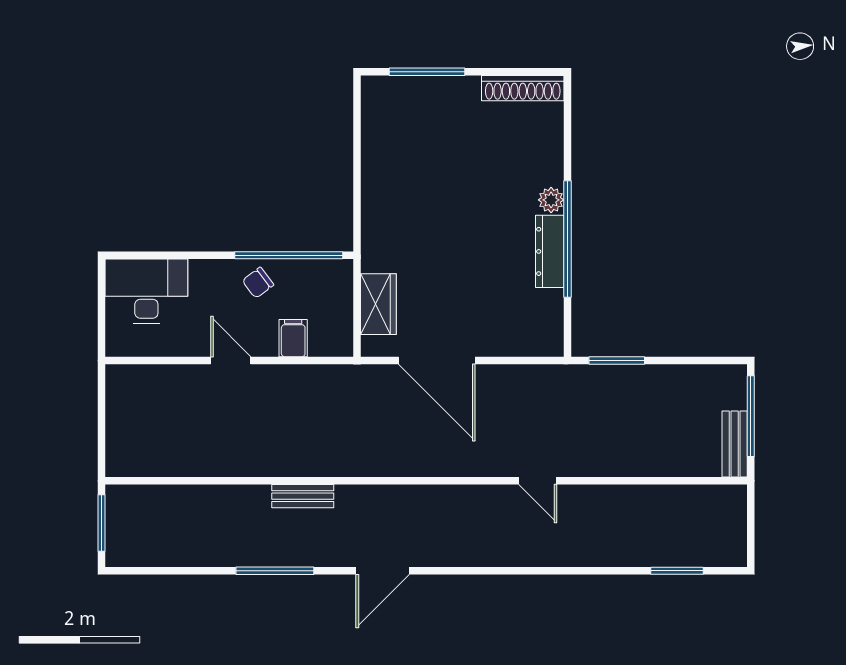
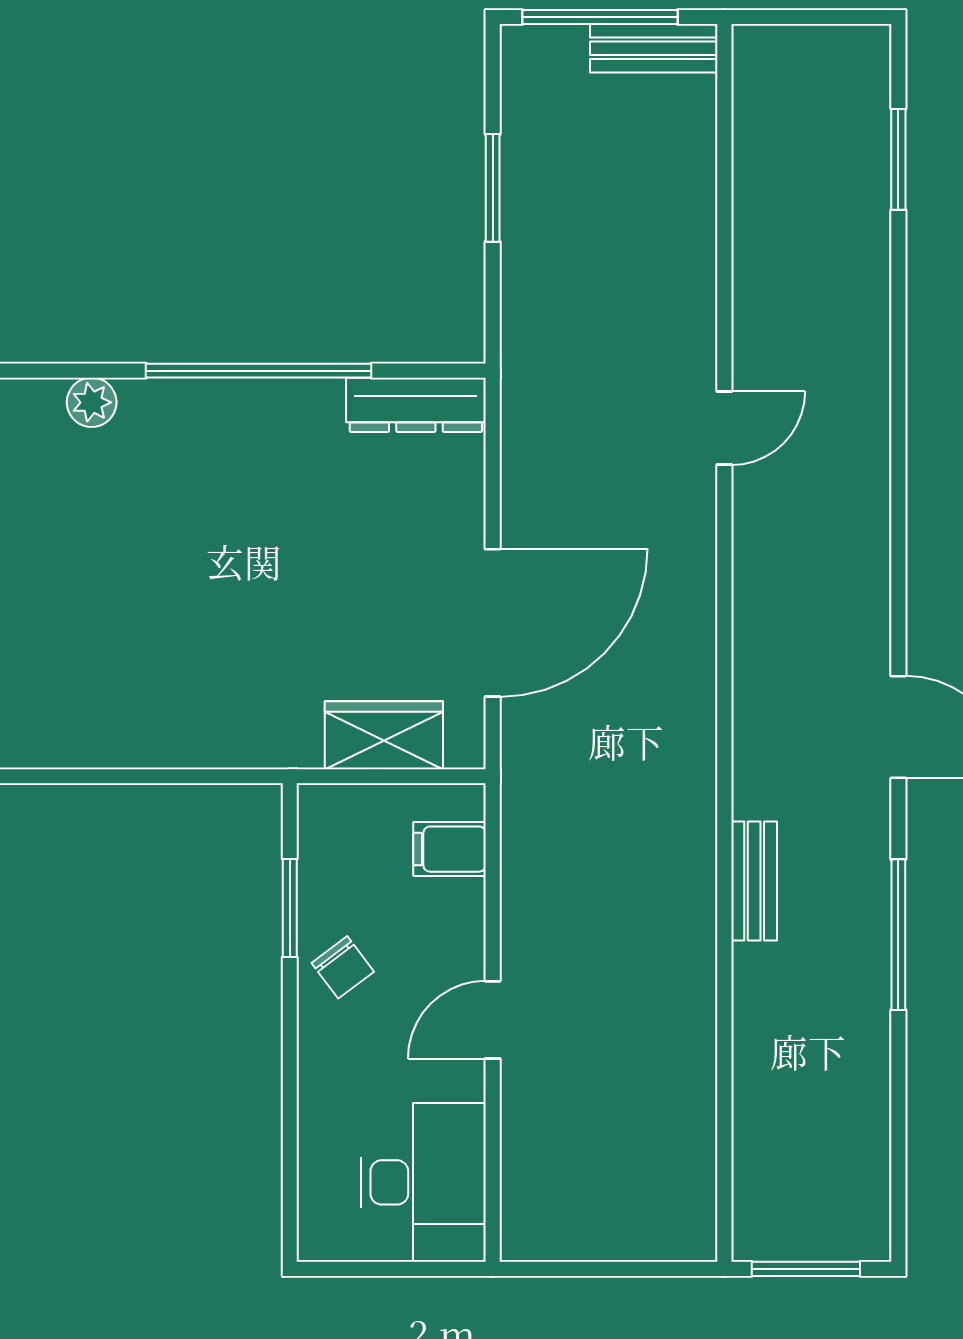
plant: (551, 200) -> (92, 402), moved
dresser: (550, 251) -> (416, 405), moved
window: (289, 255) -> (290, 908), width x0.47
desk: (146, 291) -> (423, 1182), moved, turned 180
filing cabinet: (293, 338) -> (449, 849), moved
window: (617, 360) -> (493, 188), moved

